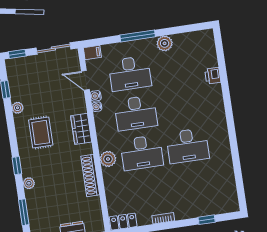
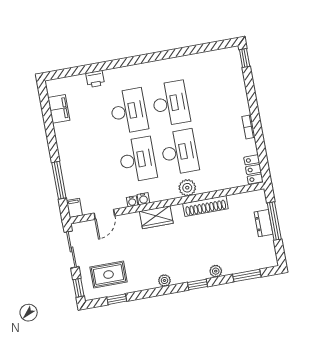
window: (138, 36) -> (59, 180), moved
filing cabinet: (186, 41) -> (59, 109), added
plant: (165, 43) -> (62, 131), removed
desk: (130, 73) -> (129, 111), moved
water cooler: (96, 96) -> (143, 199), moved
plant: (18, 108) -> (164, 280), moved
rug: (41, 133) -> (109, 275), moved
window: (207, 220) -> (245, 58), moved

